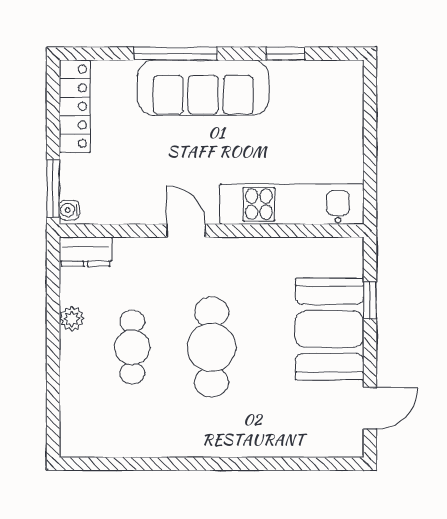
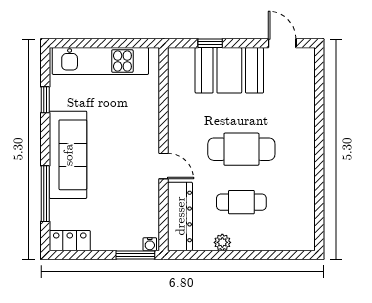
window: (175, 54) -> (45, 194), moved
locker: (75, 106) -> (70, 241), width x0.66
kitchen unit: (292, 204) -> (100, 61), moved, turned -90
door: (186, 231) -> (164, 166), swing flipped
dresser: (86, 252) -> (180, 216), width x1.96, depth x1.24

